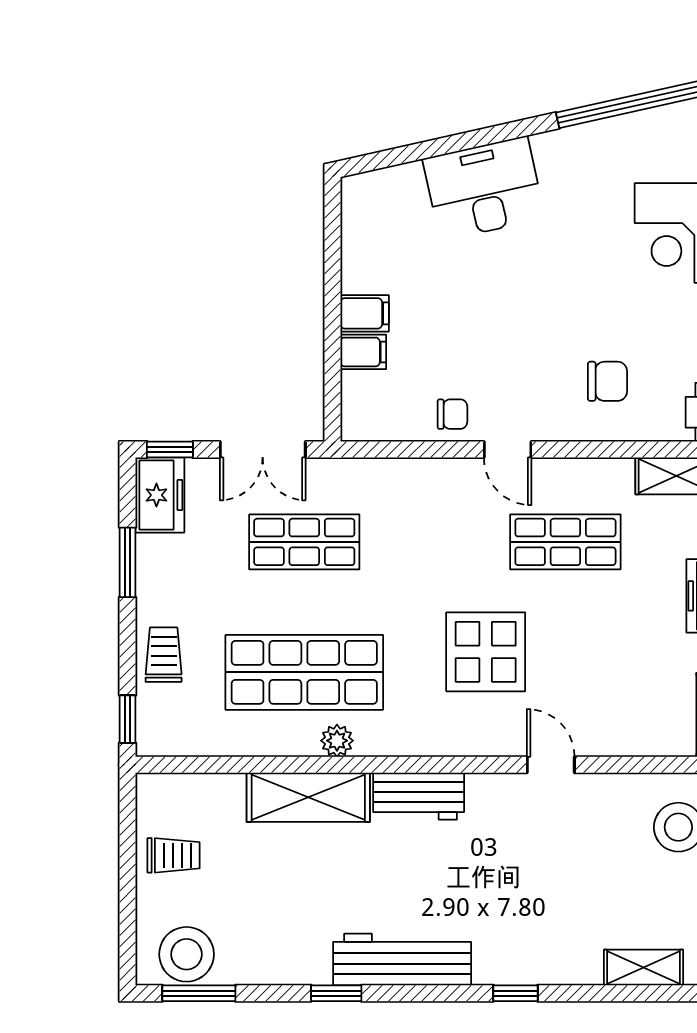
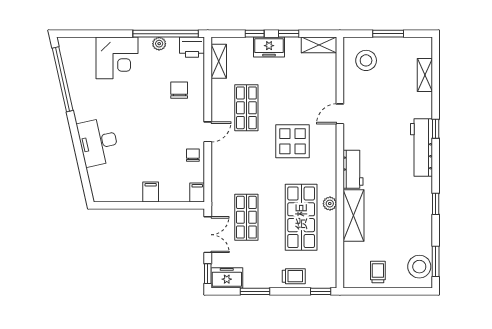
filing cabinet: (363, 352) -> (197, 193), moved
trolley: (164, 655) -> (294, 276), turned 180
workbench: (402, 959) -> (421, 148), moved

